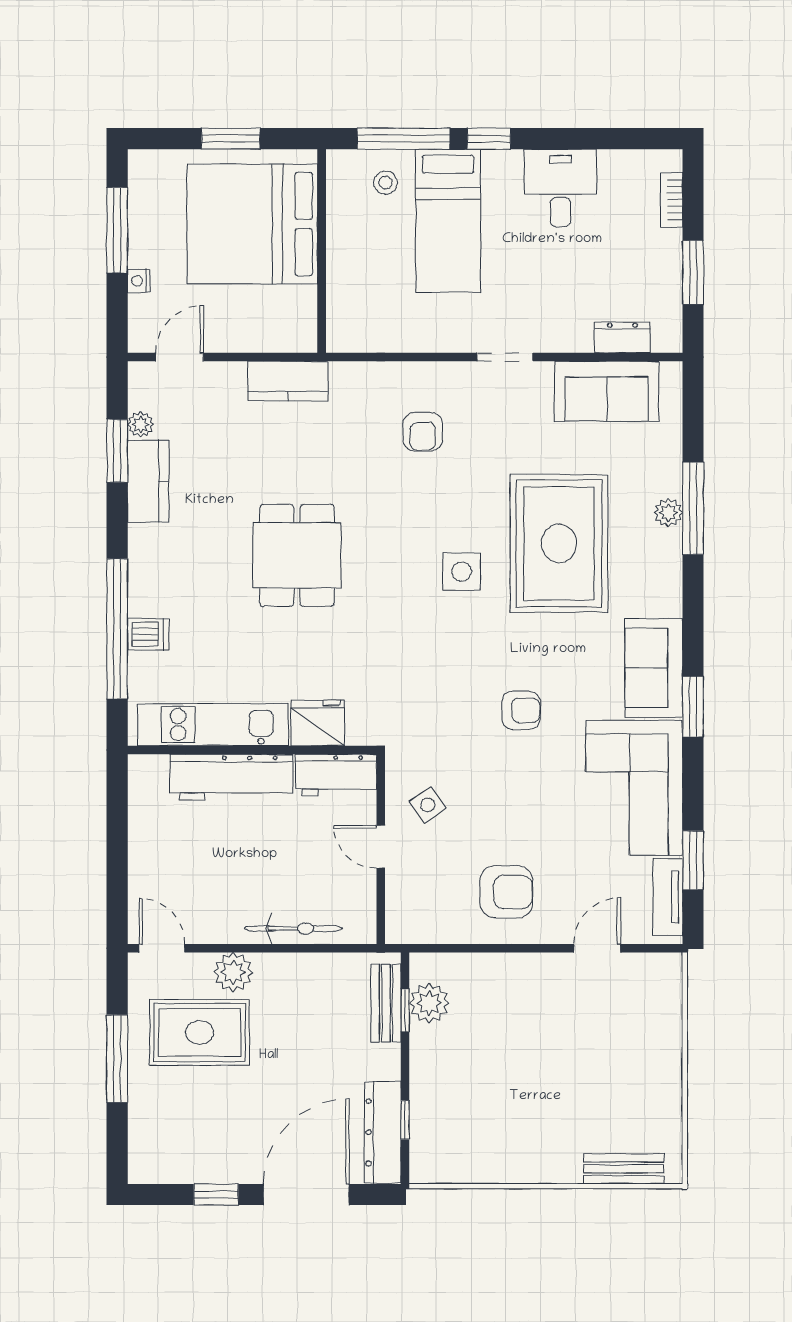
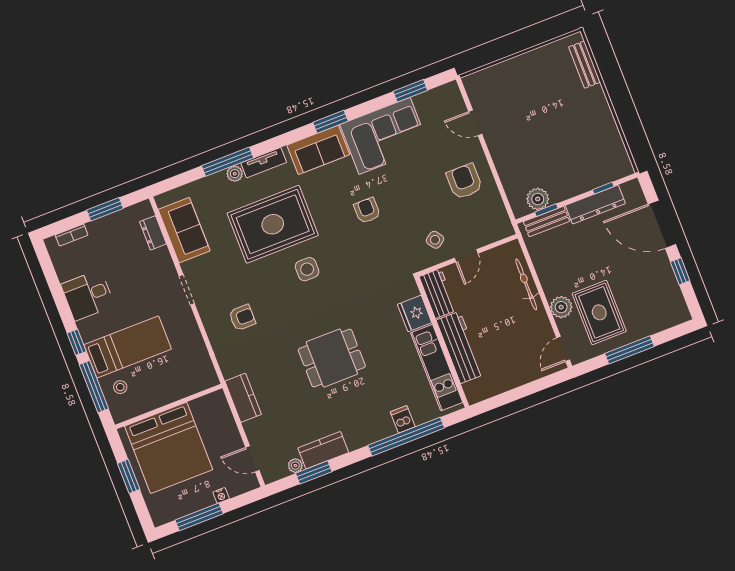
tv unit: (668, 897) -> (264, 163), moved
dresser: (383, 1132) -> (595, 204), moved

